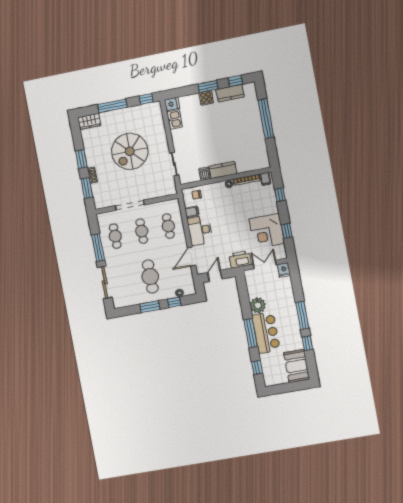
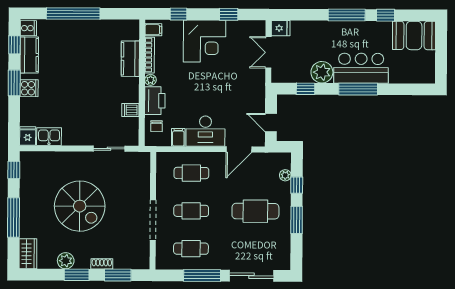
cooker: (249, 88) -> (28, 28), added
plant: (90, 149) -> (66, 261), added
kitchen counter: (223, 170) -> (130, 59), moved
corner desk: (267, 231) -> (205, 41), moved
door: (192, 257) -> (239, 149), hinge flipped
printer: (240, 259) -> (155, 101), moved, turned 180
window: (257, 367) -> (306, 89), moved

